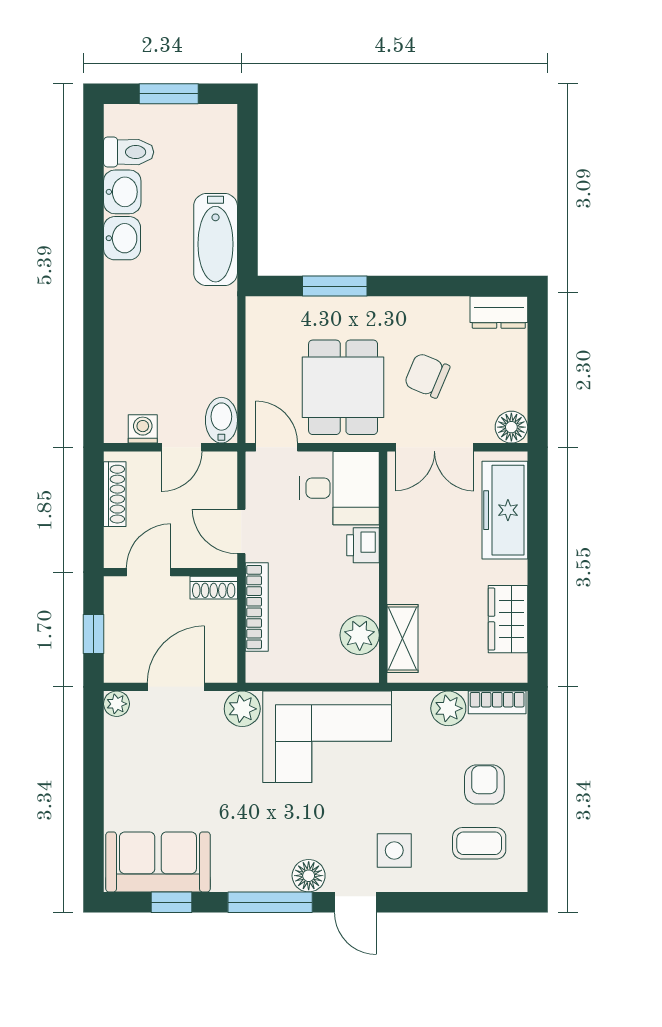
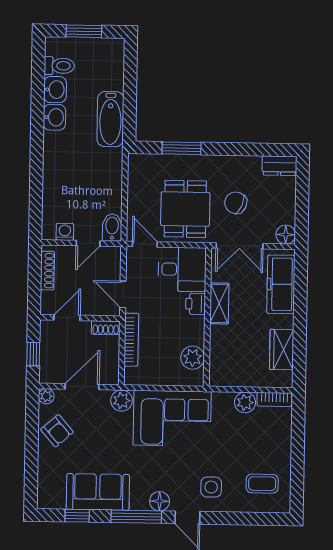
shelving: (402, 639) -> (219, 303), moved
armchair: (484, 785) -> (57, 431), moved, turned 139
sofa: (158, 862) -> (98, 492), moved

